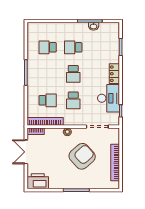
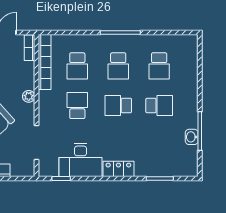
school desk: (48, 47) -> (159, 66), turned 180
school desk: (73, 47) -> (159, 106), turned 90
school desk: (48, 74) -> (118, 66), added
school desk: (73, 100) -> (77, 106), turned 90

